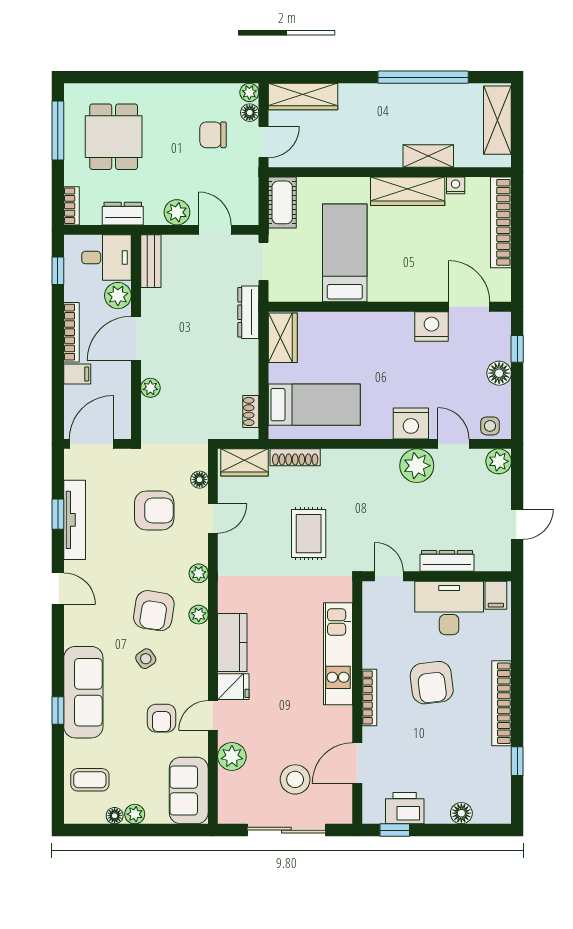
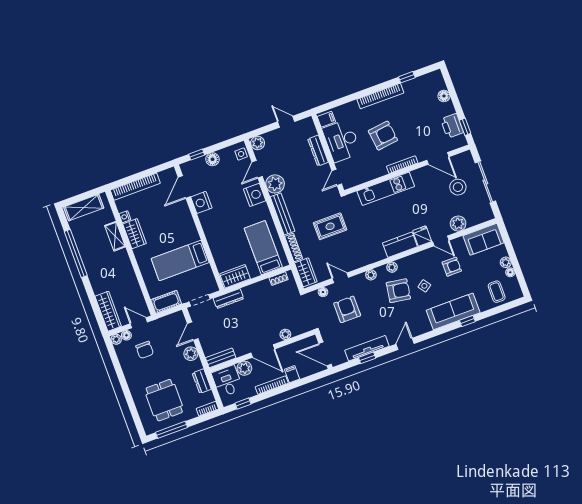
dining table: (114, 137) -> (164, 400), turned 90
wardrobe: (408, 191) -> (135, 234), width x0.67
bench: (360, 459) -> (282, 214), added

